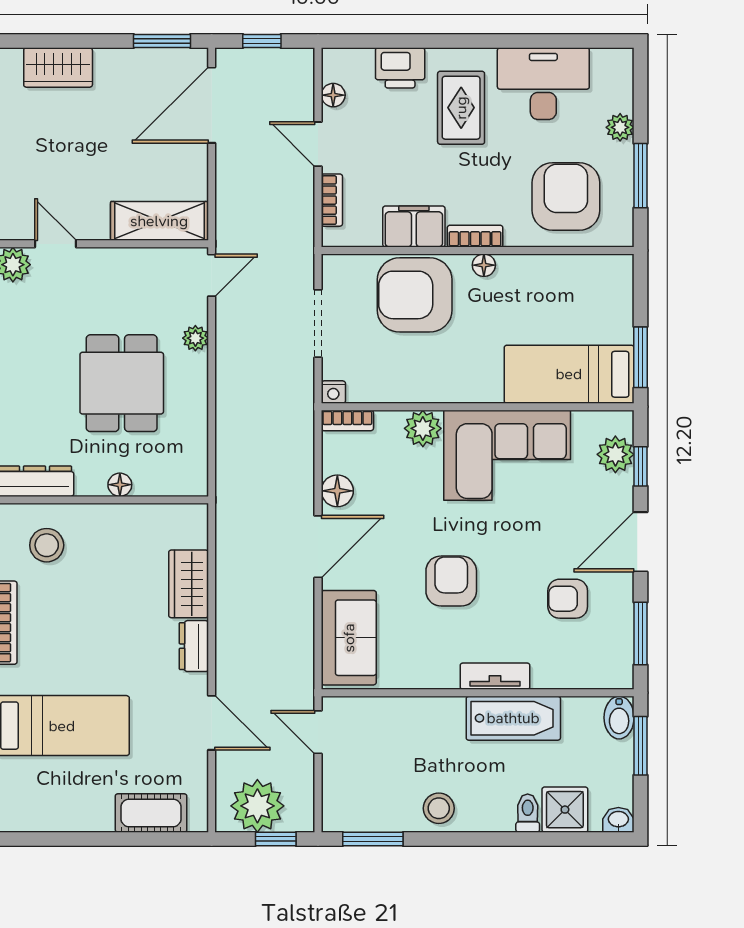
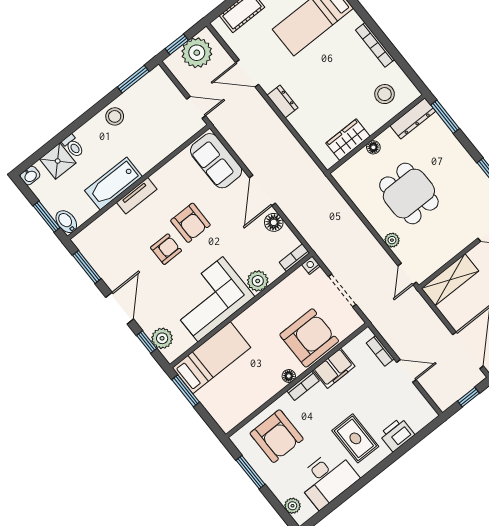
floor lamp: (333, 95) -> (417, 398), removed
plant: (620, 127) -> (292, 506), moved
wardrobe: (189, 584) -> (348, 140), moved, turned -90
armchair: (568, 599) -> (166, 249), moved

